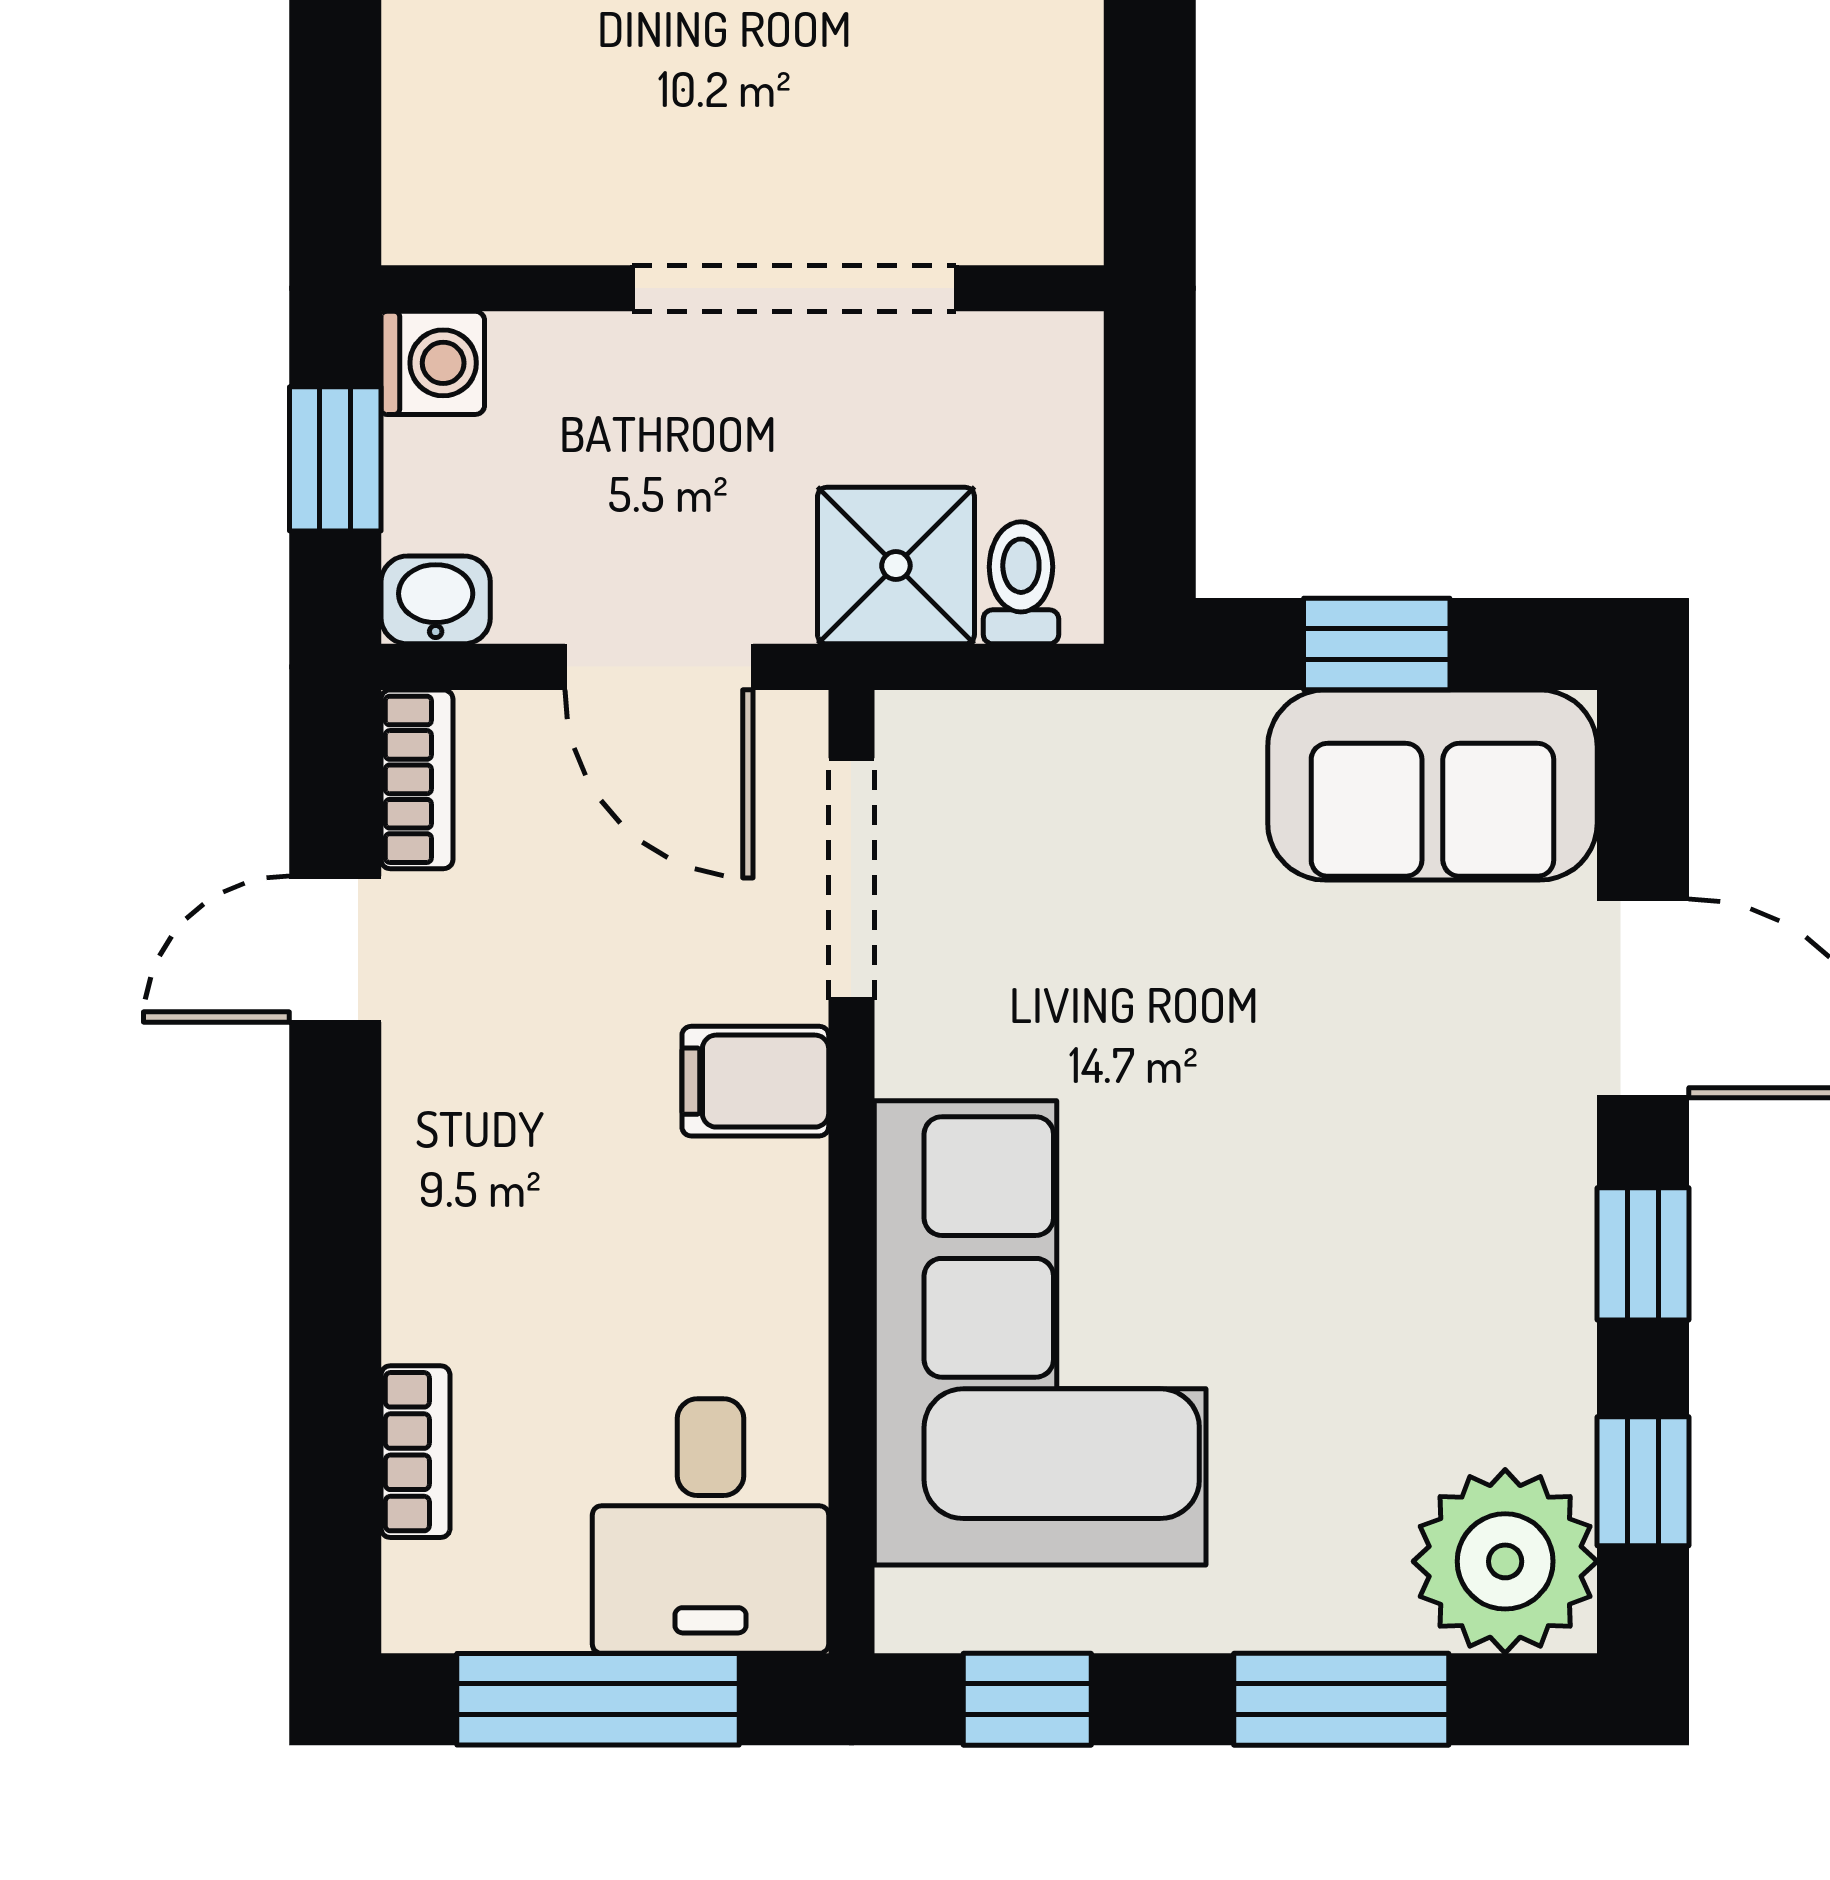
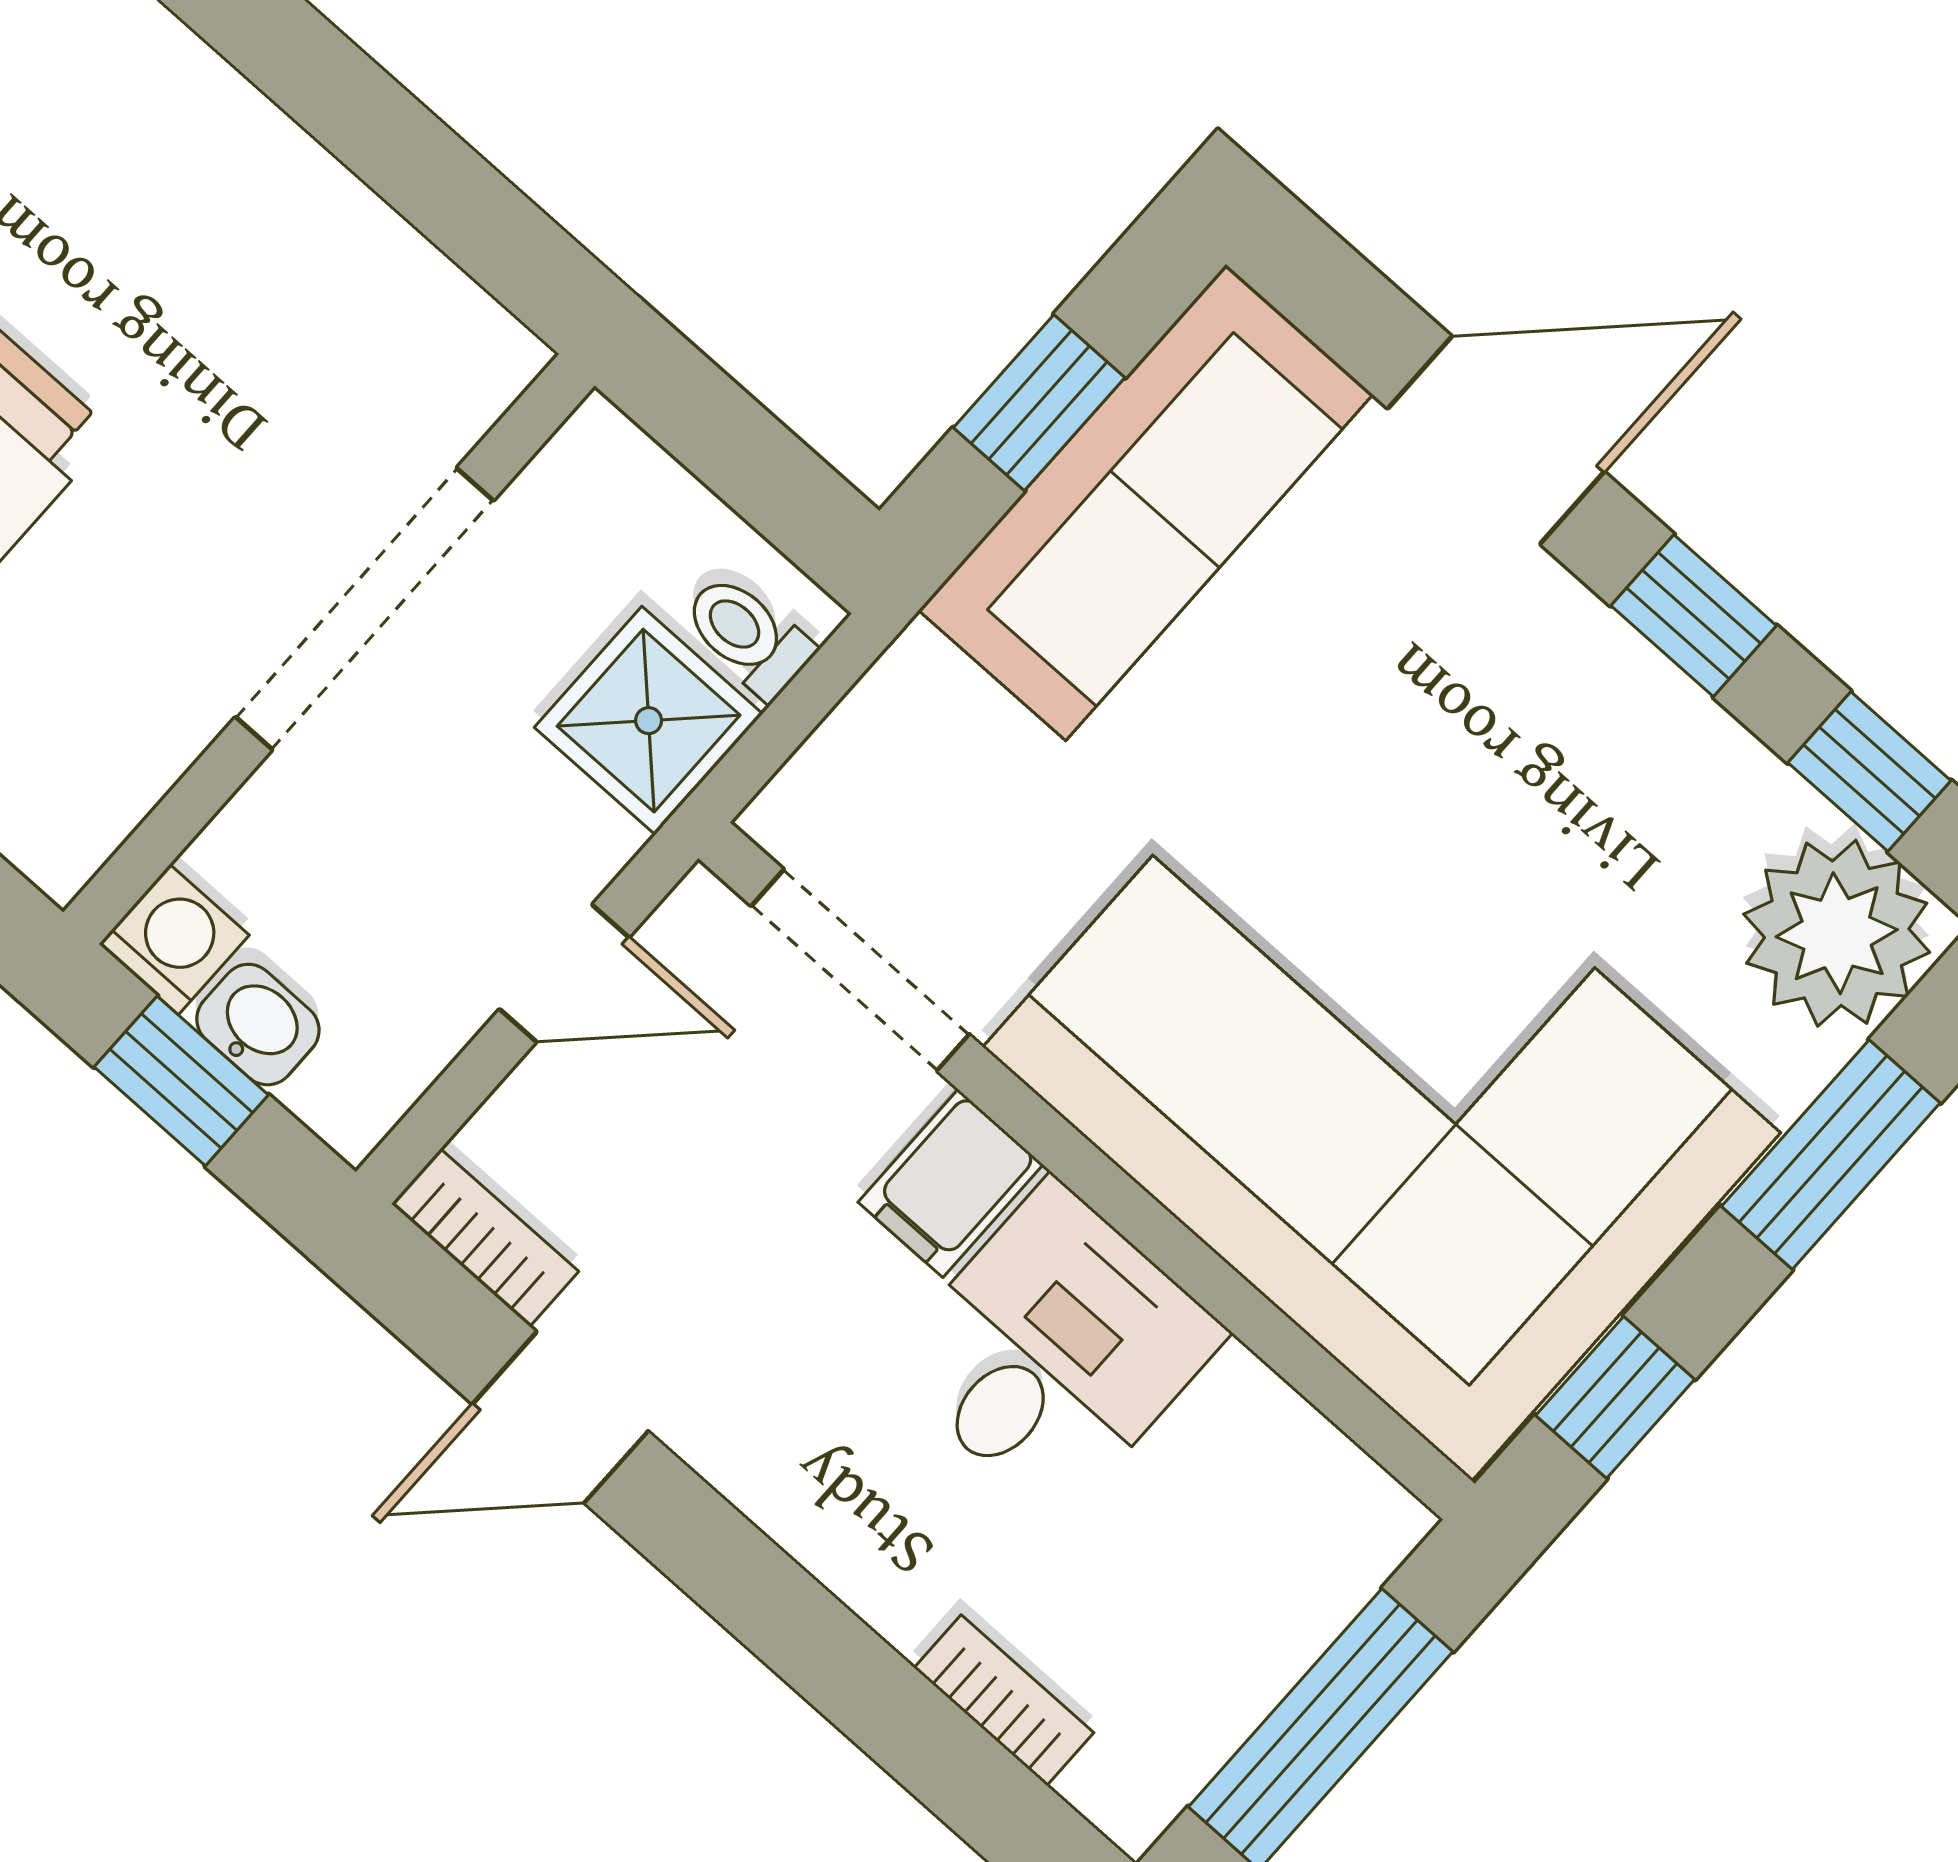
washbasin: (436, 600) -> (258, 1025), moved, turned 90
door: (659, 667) -> (564, 973), width x0.73
sofa: (1432, 785) -> (1146, 502), width x1.36
door: (335, 949) -> (560, 1417), hinge flipped
corner sofa: (1040, 1333) -> (1382, 1090), width x1.36, depth x1.36
desk: (710, 1526) -> (1054, 1350), moved, turned -90

